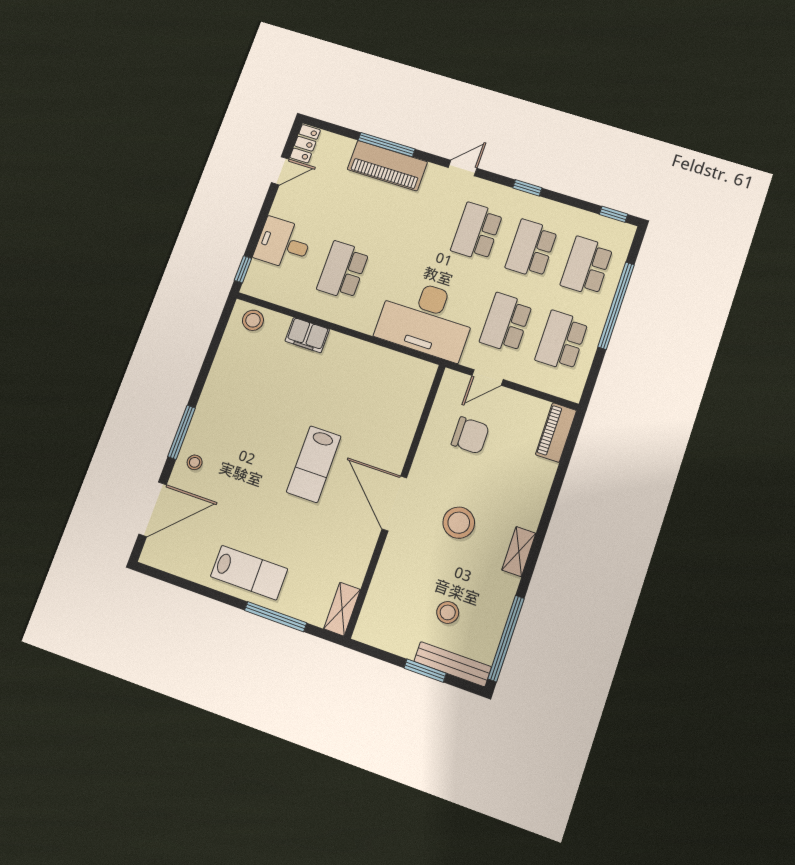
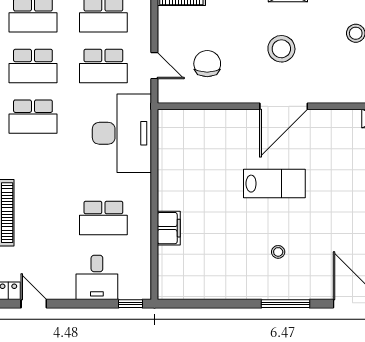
stool: (253, 320) -> (171, 279), removed
stool: (195, 462) -> (278, 252), moved

